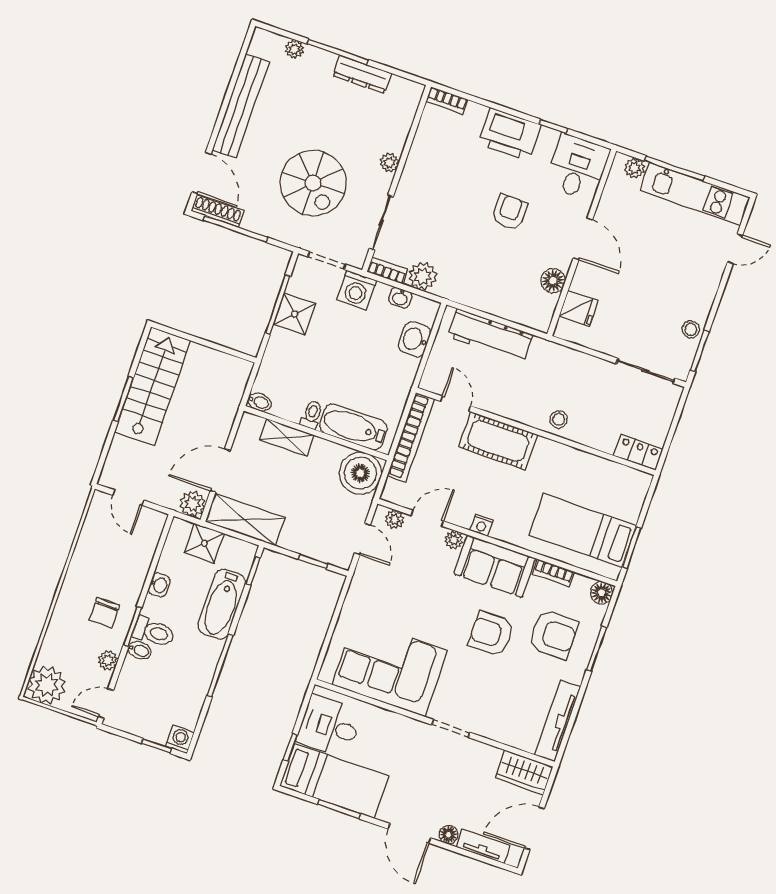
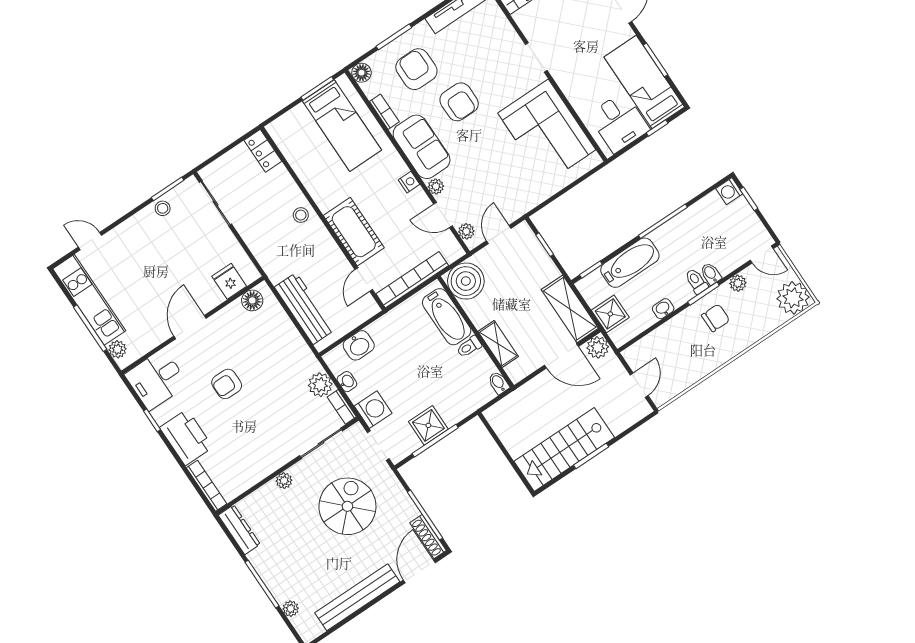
dresser: (362, 74) -> (239, 530), moved
bookcase: (447, 100) -> (207, 486), width x1.56
floor lamp: (553, 281) -> (252, 300), moved
toilet: (154, 632) -> (696, 281), width x0.73, depth x0.72

